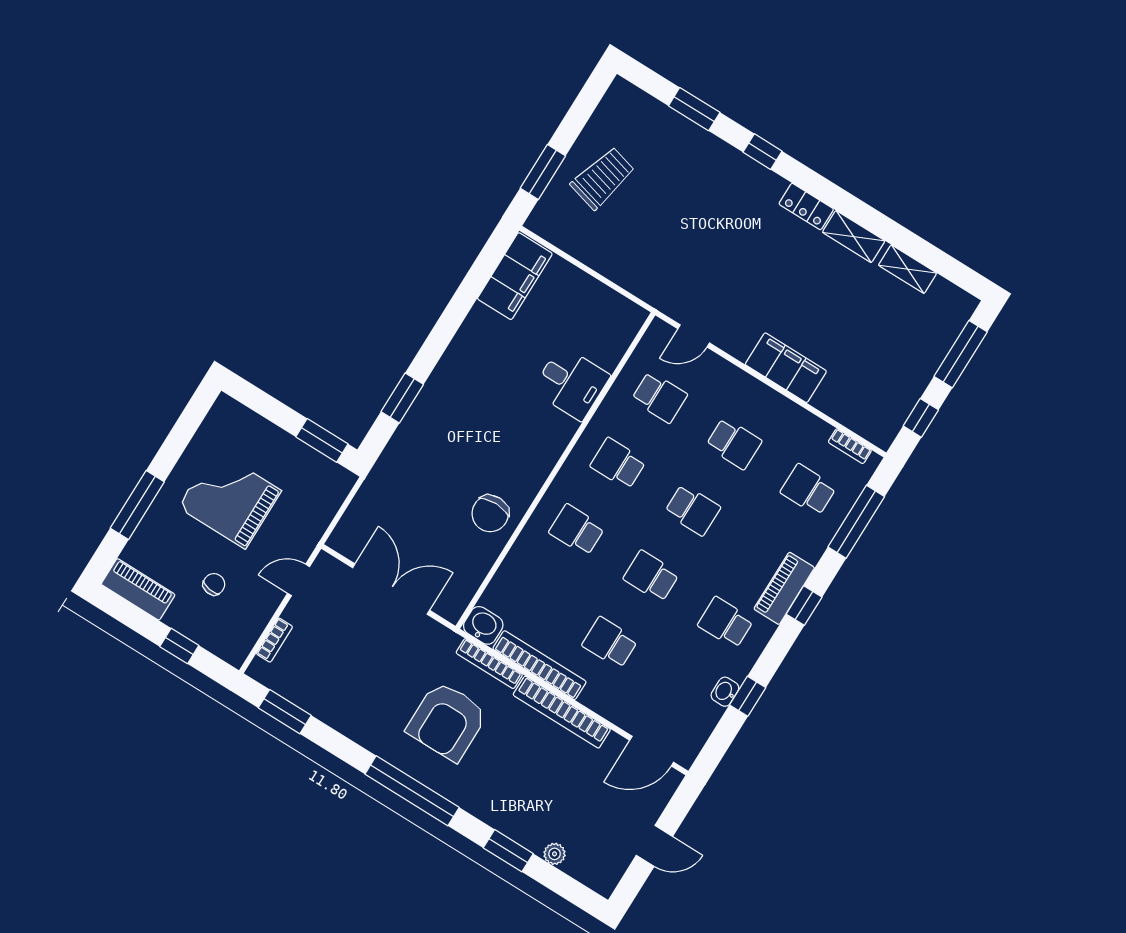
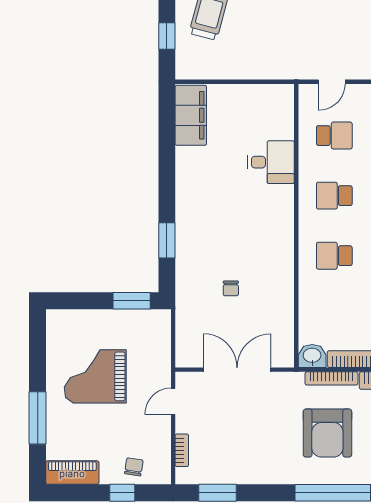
window: (543, 172) -> (167, 36), width x0.67
chair: (490, 514) -> (231, 288), moved, width x0.54, depth x0.54
chair: (214, 584) -> (134, 467), moved

